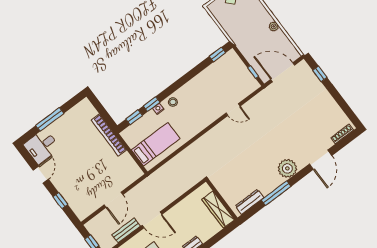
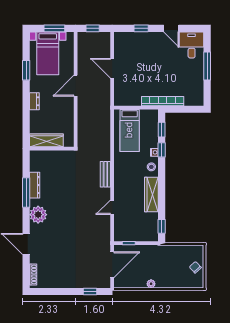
wardrobe: (196, 84) -> (151, 194), added
dresser: (250, 202) -> (35, 185), moved
bench: (126, 230) -> (105, 174), moved

